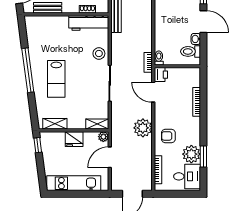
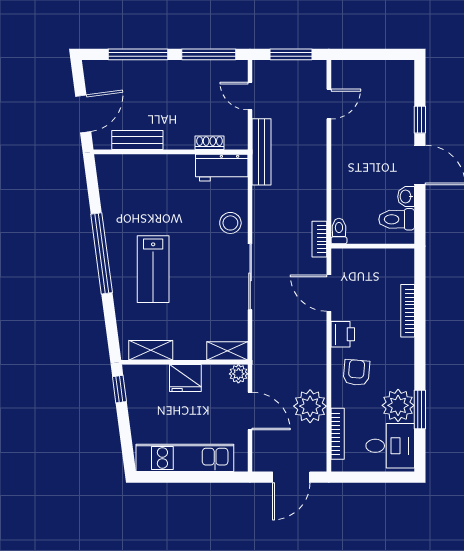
workbench: (89, 23) -> (222, 168), width x0.73
printer: (161, 75) -> (343, 334), moved
plant: (143, 128) -> (310, 406), moved
armchair: (168, 136) -> (356, 372), turned 95
door: (110, 157) -> (250, 411), swing flipped

